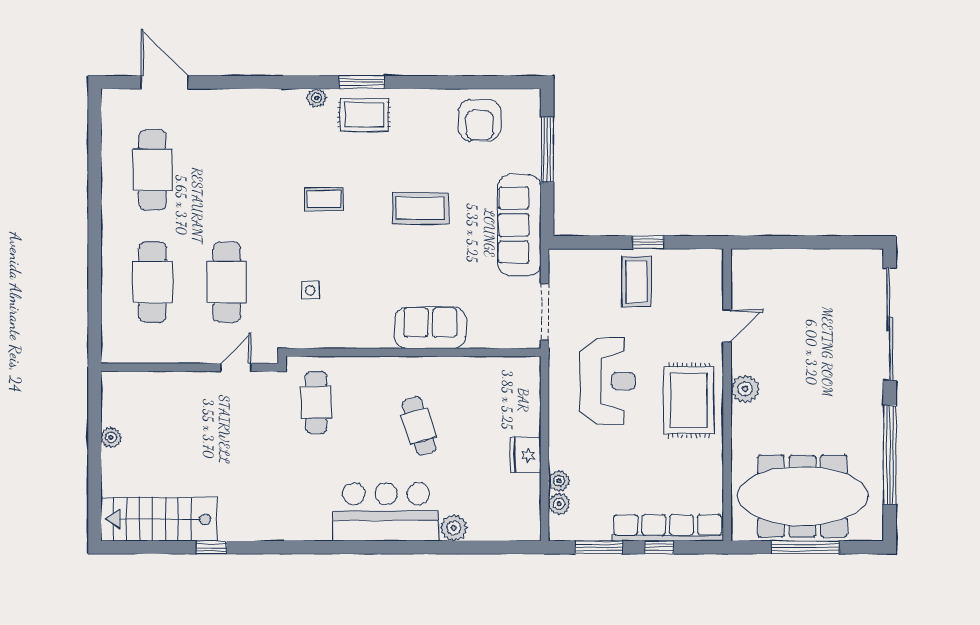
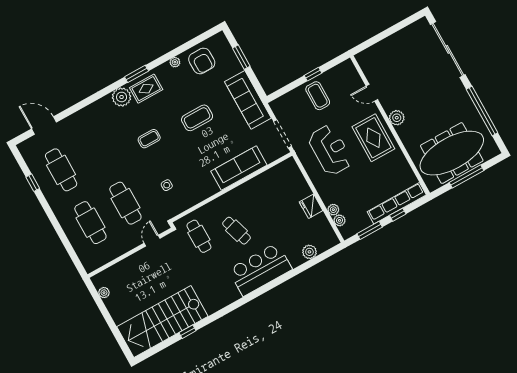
plant: (317, 98) -> (122, 97), width x1.87, depth x1.87
plant: (435, 98) -> (175, 62), added
window: (547, 150) -> (241, 57), width x0.69
window: (95, 165) -> (33, 183), added
door: (727, 326) -> (372, 93), swing flipped
sofa: (430, 328) -> (239, 168), width x1.36
cafe table: (419, 426) -> (236, 231), moved
plant: (111, 437) -> (104, 293), moved
stairs: (159, 519) -> (162, 322), width x1.36, depth x1.51
plant: (454, 528) -> (309, 252), moved

